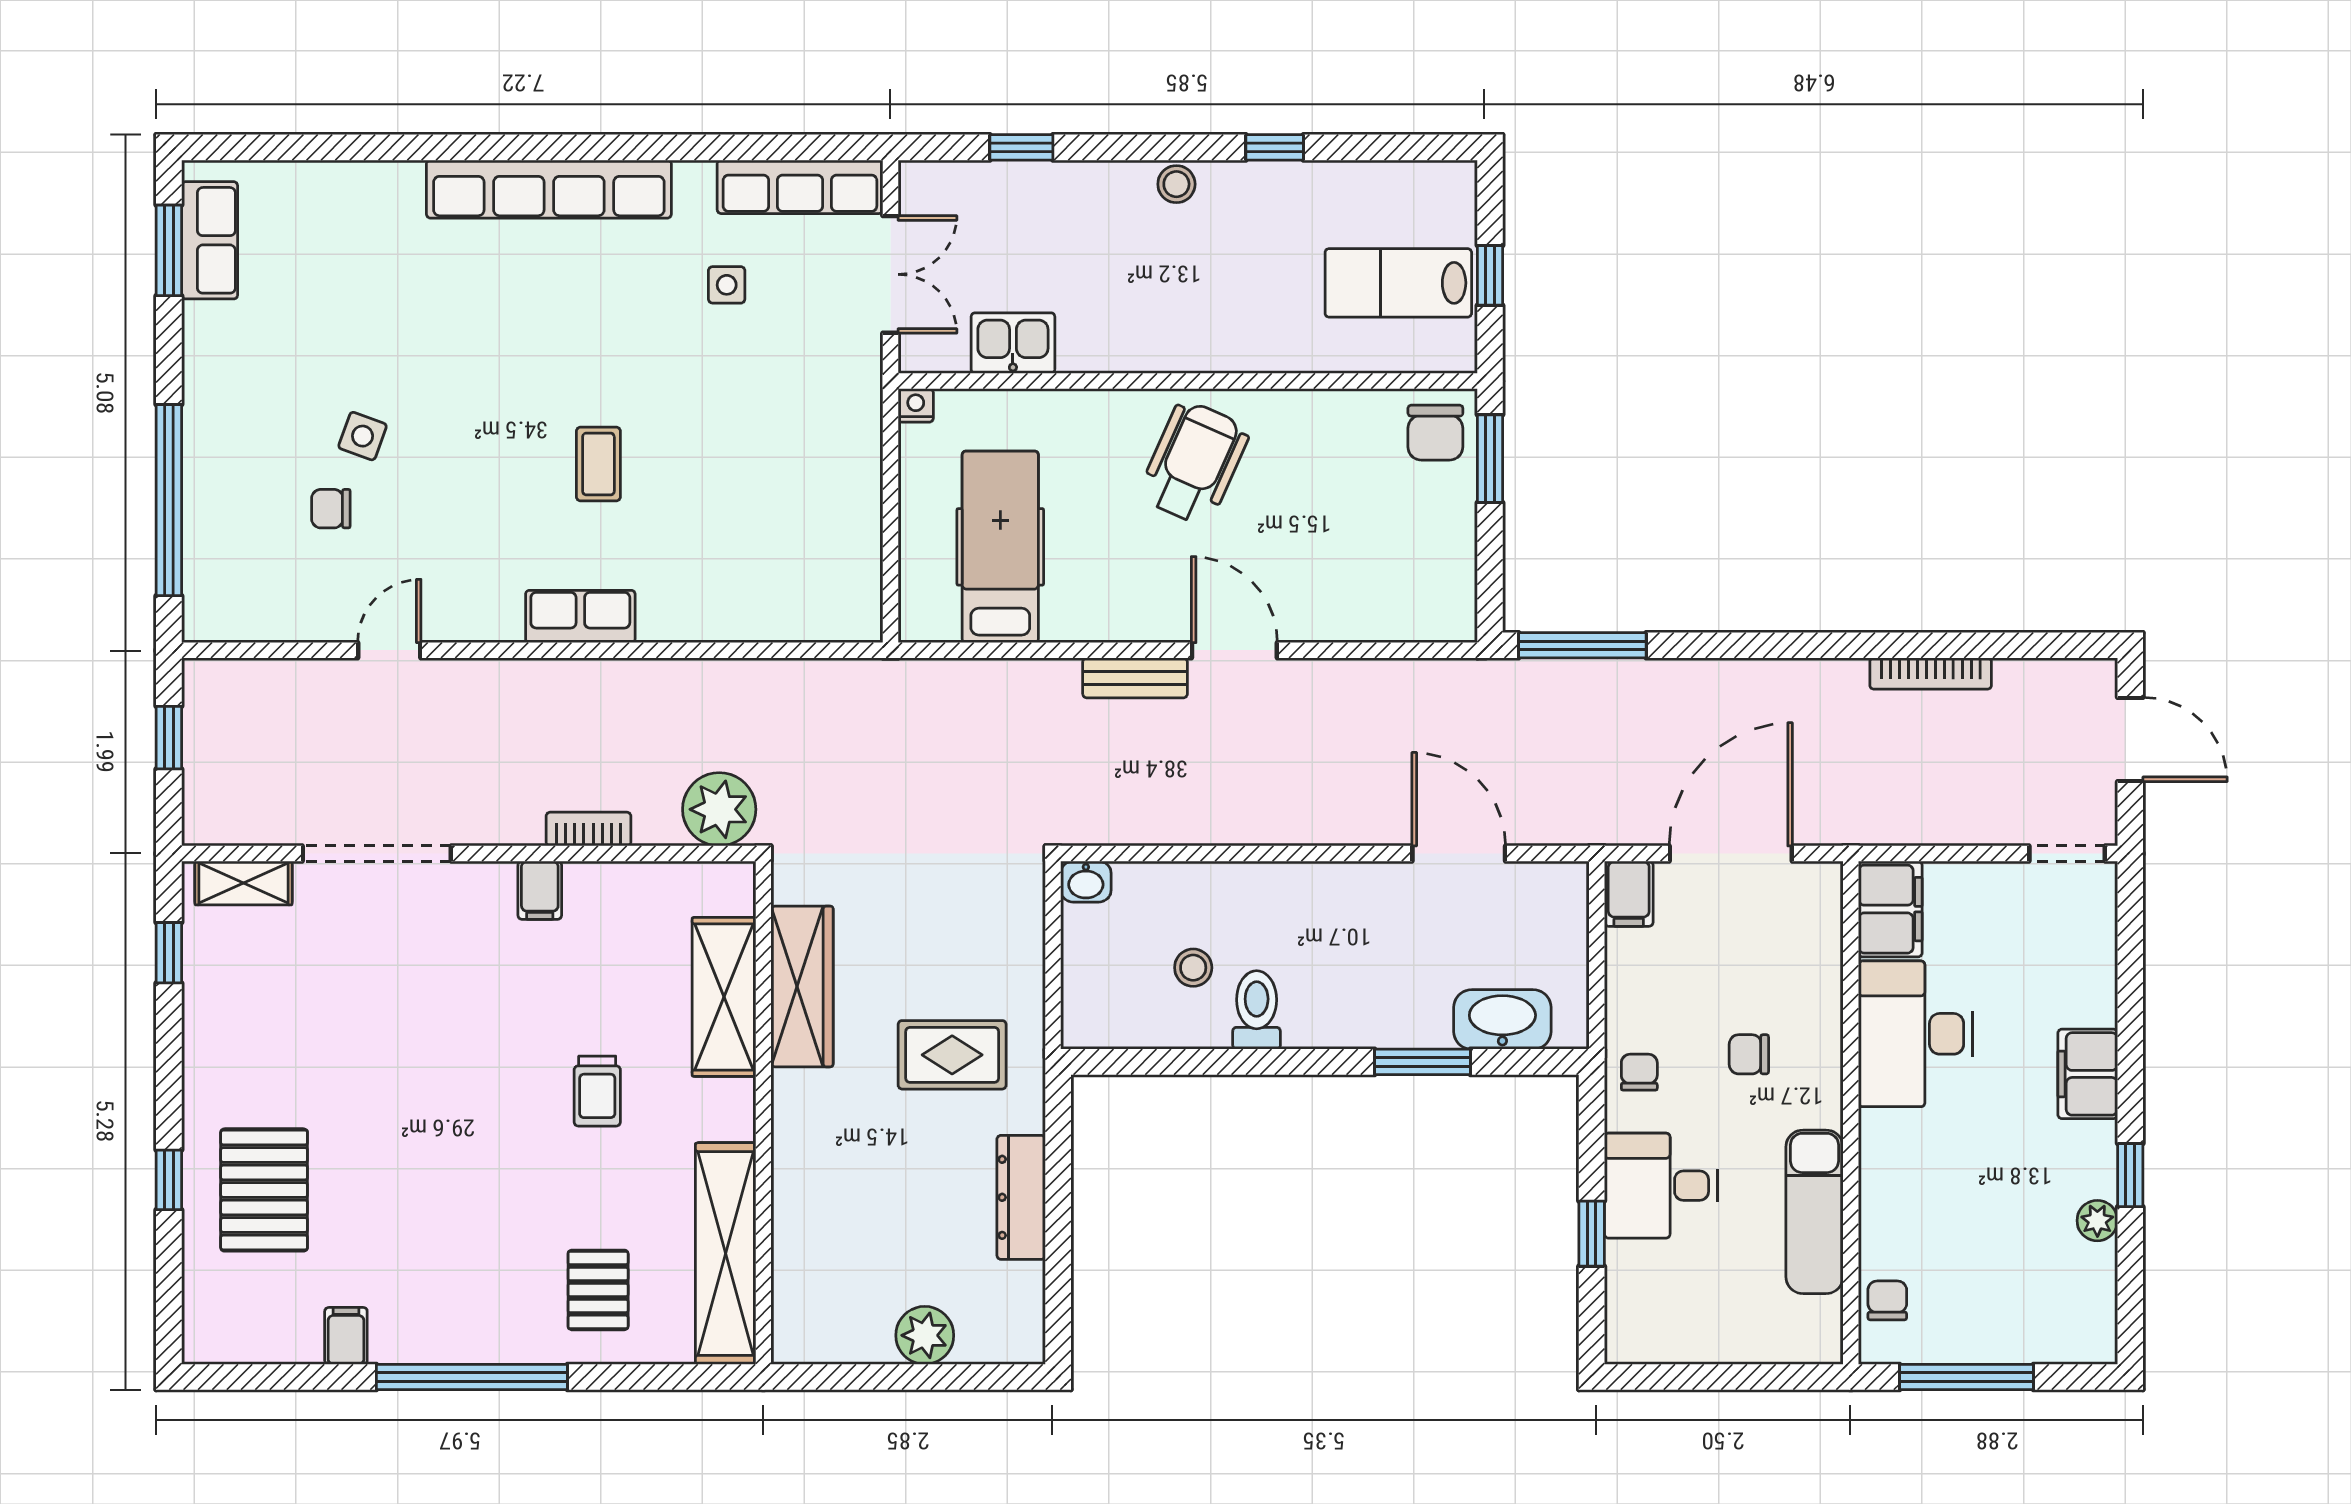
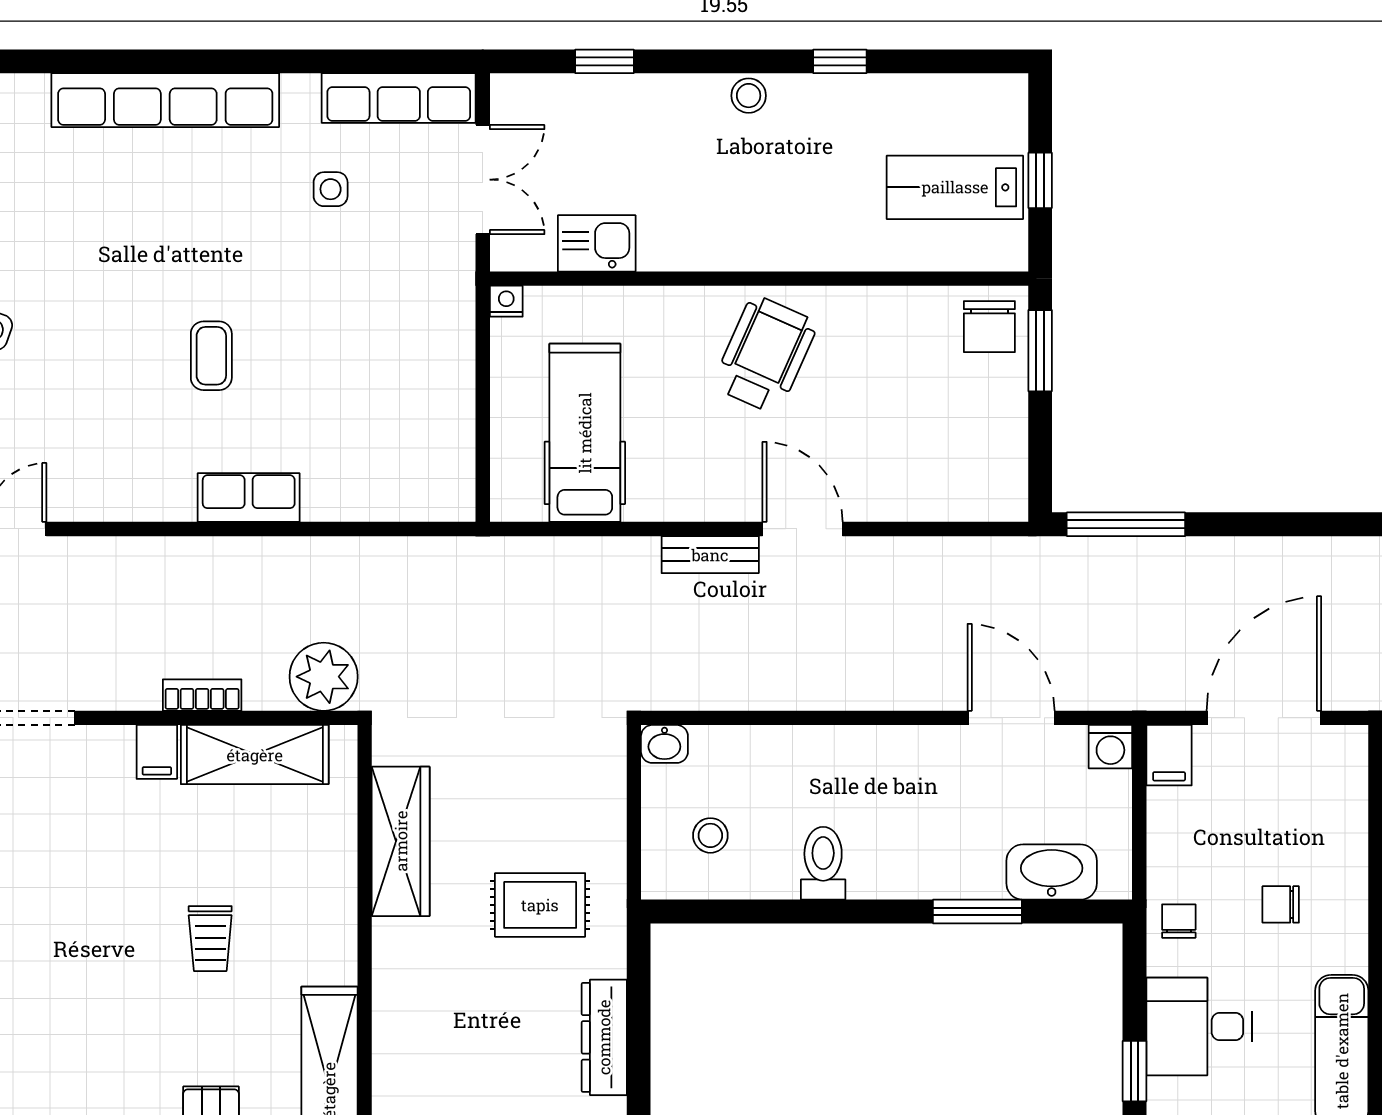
row of seats: (580, 617) -> (249, 497), moved
washing machine: (1566, 885) -> (1110, 747), added
stool: (1193, 968) -> (710, 835), moved
shelving: (724, 997) -> (255, 755), moved, turned 90

